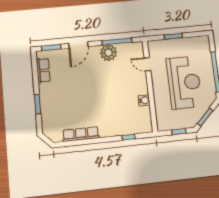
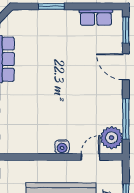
plant: (108, 53) -> (112, 138), moved
water cooler: (144, 100) -> (62, 147), moved

